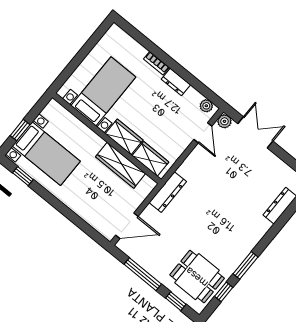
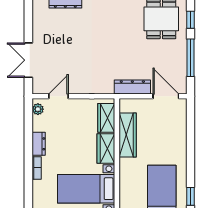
plant: (224, 121) -> (38, 88), removed
dresser: (168, 192) -> (132, 87), moved

